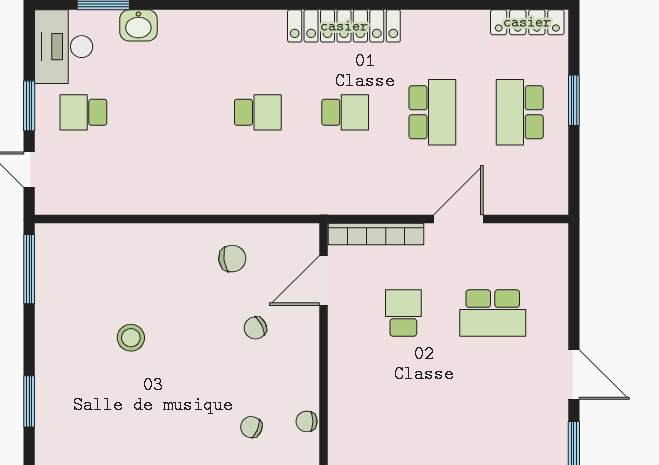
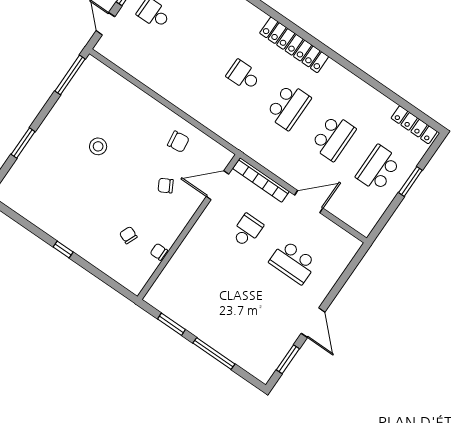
locker: (344, 26) -> (294, 45), moved
school desk: (258, 112) -> (243, 75), turned 180
school desk: (345, 112) -> (288, 106), width x1.85

